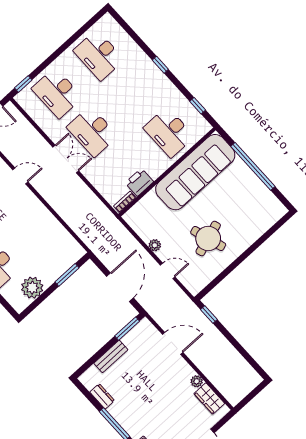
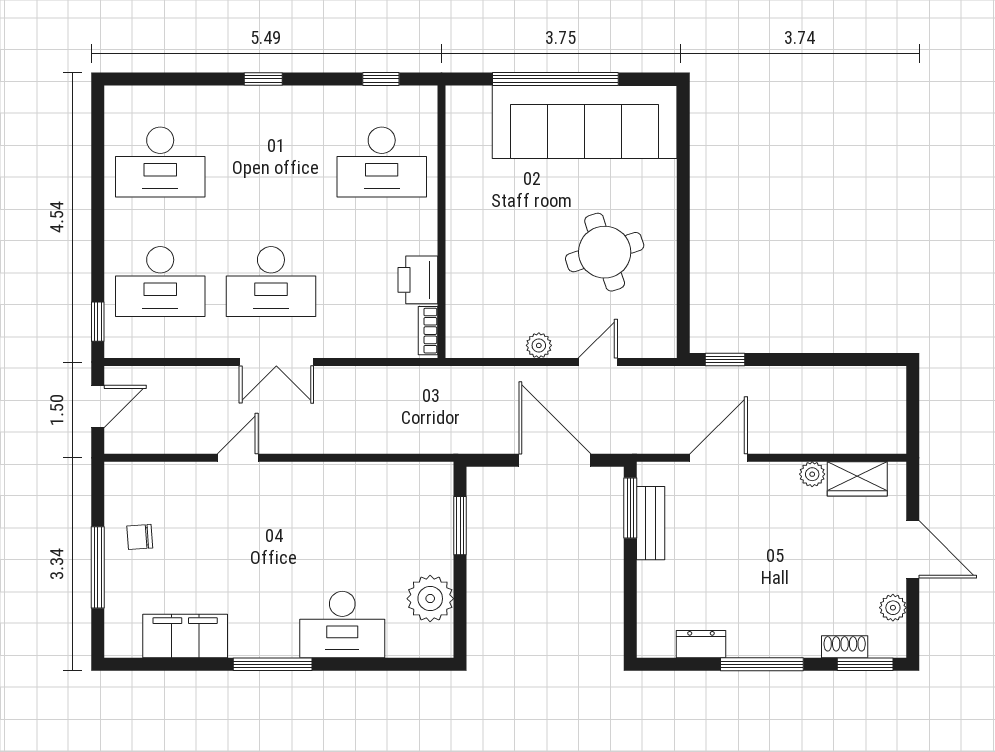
double door: (66, 159) -> (276, 362), swing flipped
sofa: (195, 172) -> (585, 122), moved, turned 90
bench: (111, 356) -> (651, 523), moved

